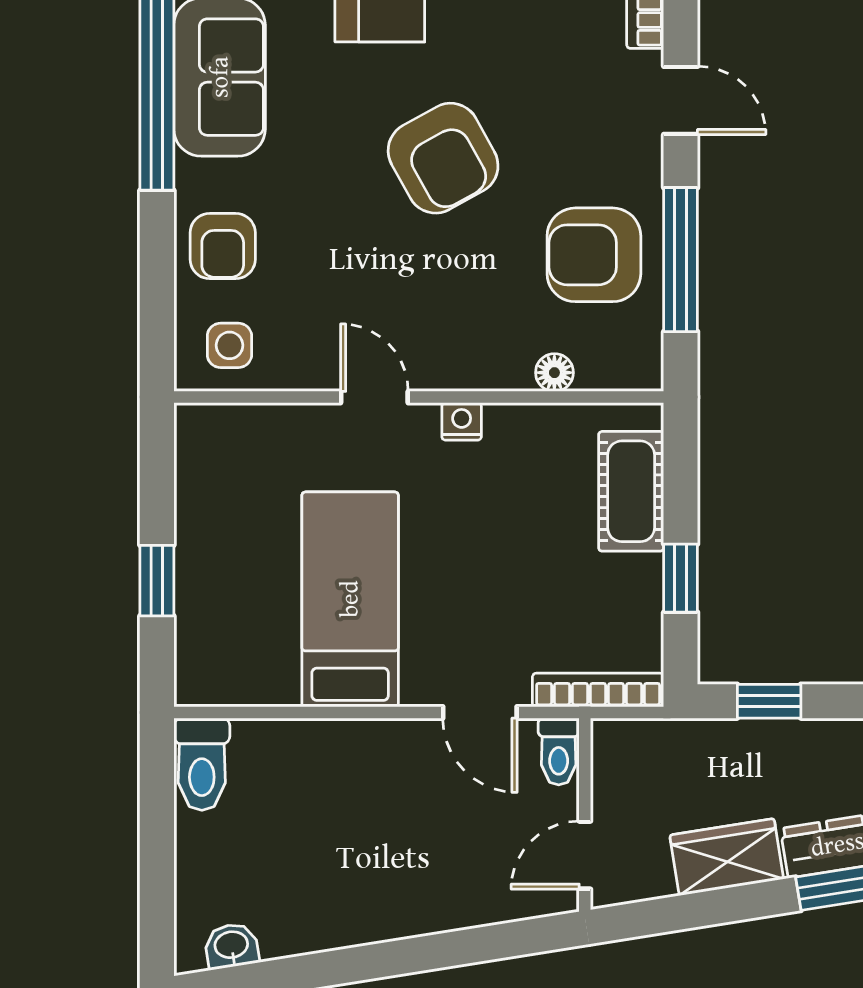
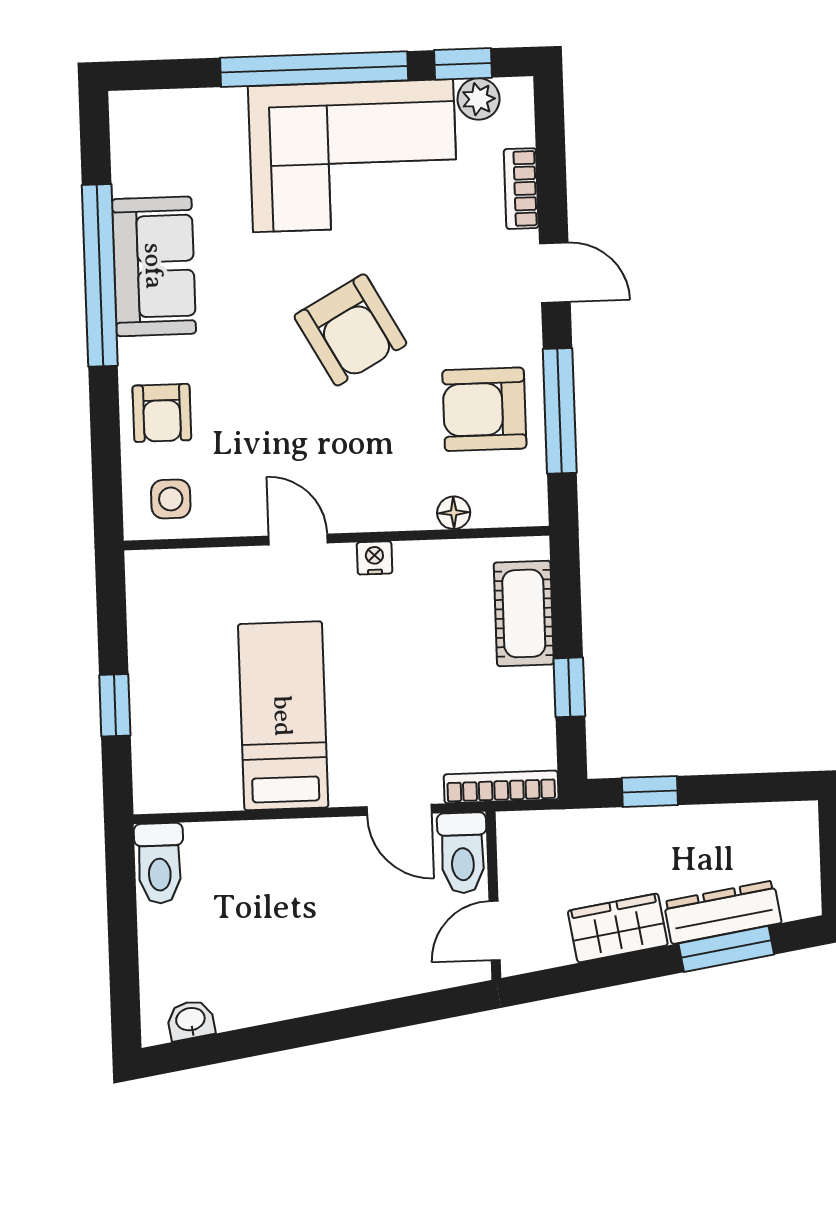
toilet: (559, 751) -> (463, 853), width x1.37, depth x1.39

